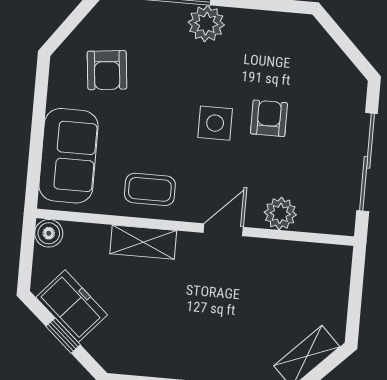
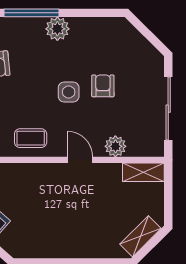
door: (223, 230) -> (80, 160), hinge flipped
shelving: (143, 242) -> (143, 172), moved

